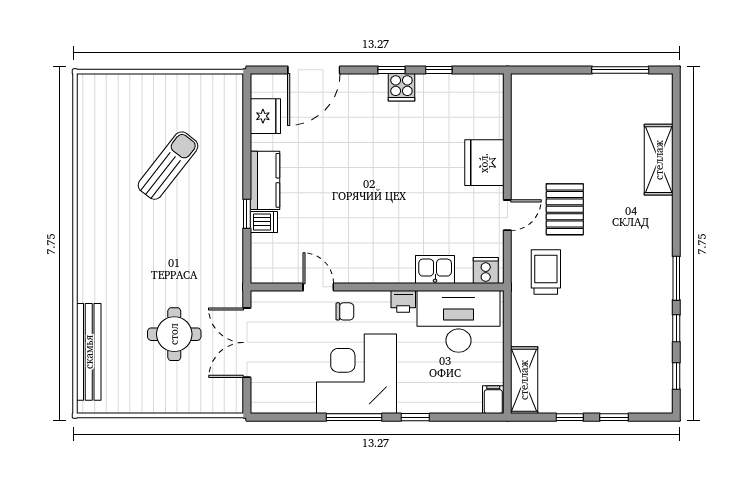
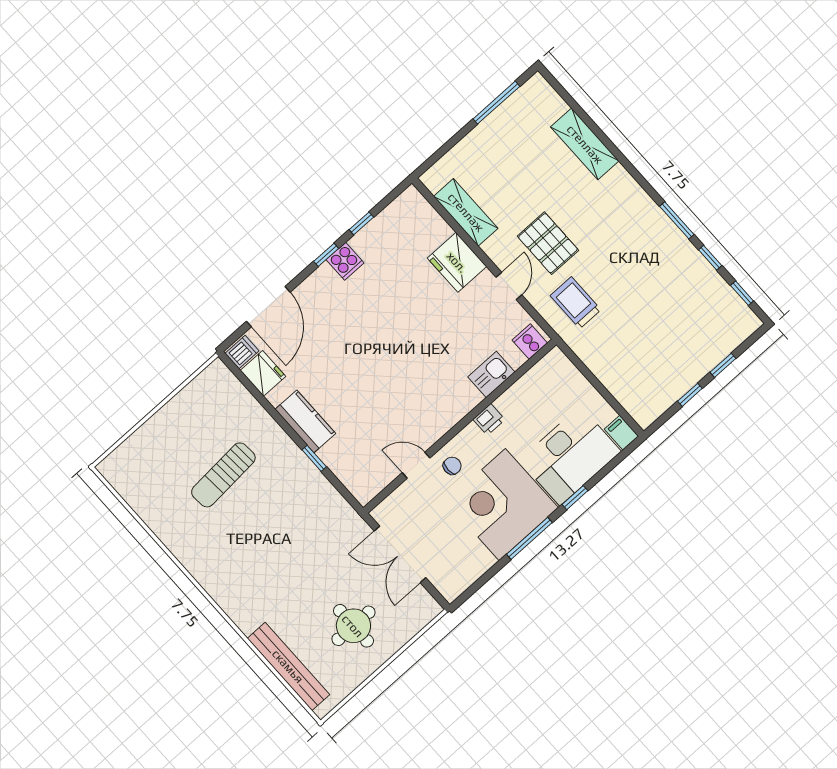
sun lounger: (168, 166) -> (223, 475), turned -132
dishwasher: (264, 222) -> (242, 352), moved
desk: (459, 321) -> (570, 456), moved, turned 180
round table: (174, 334) -> (353, 626), moved
shelving: (524, 380) -> (466, 212), moved

